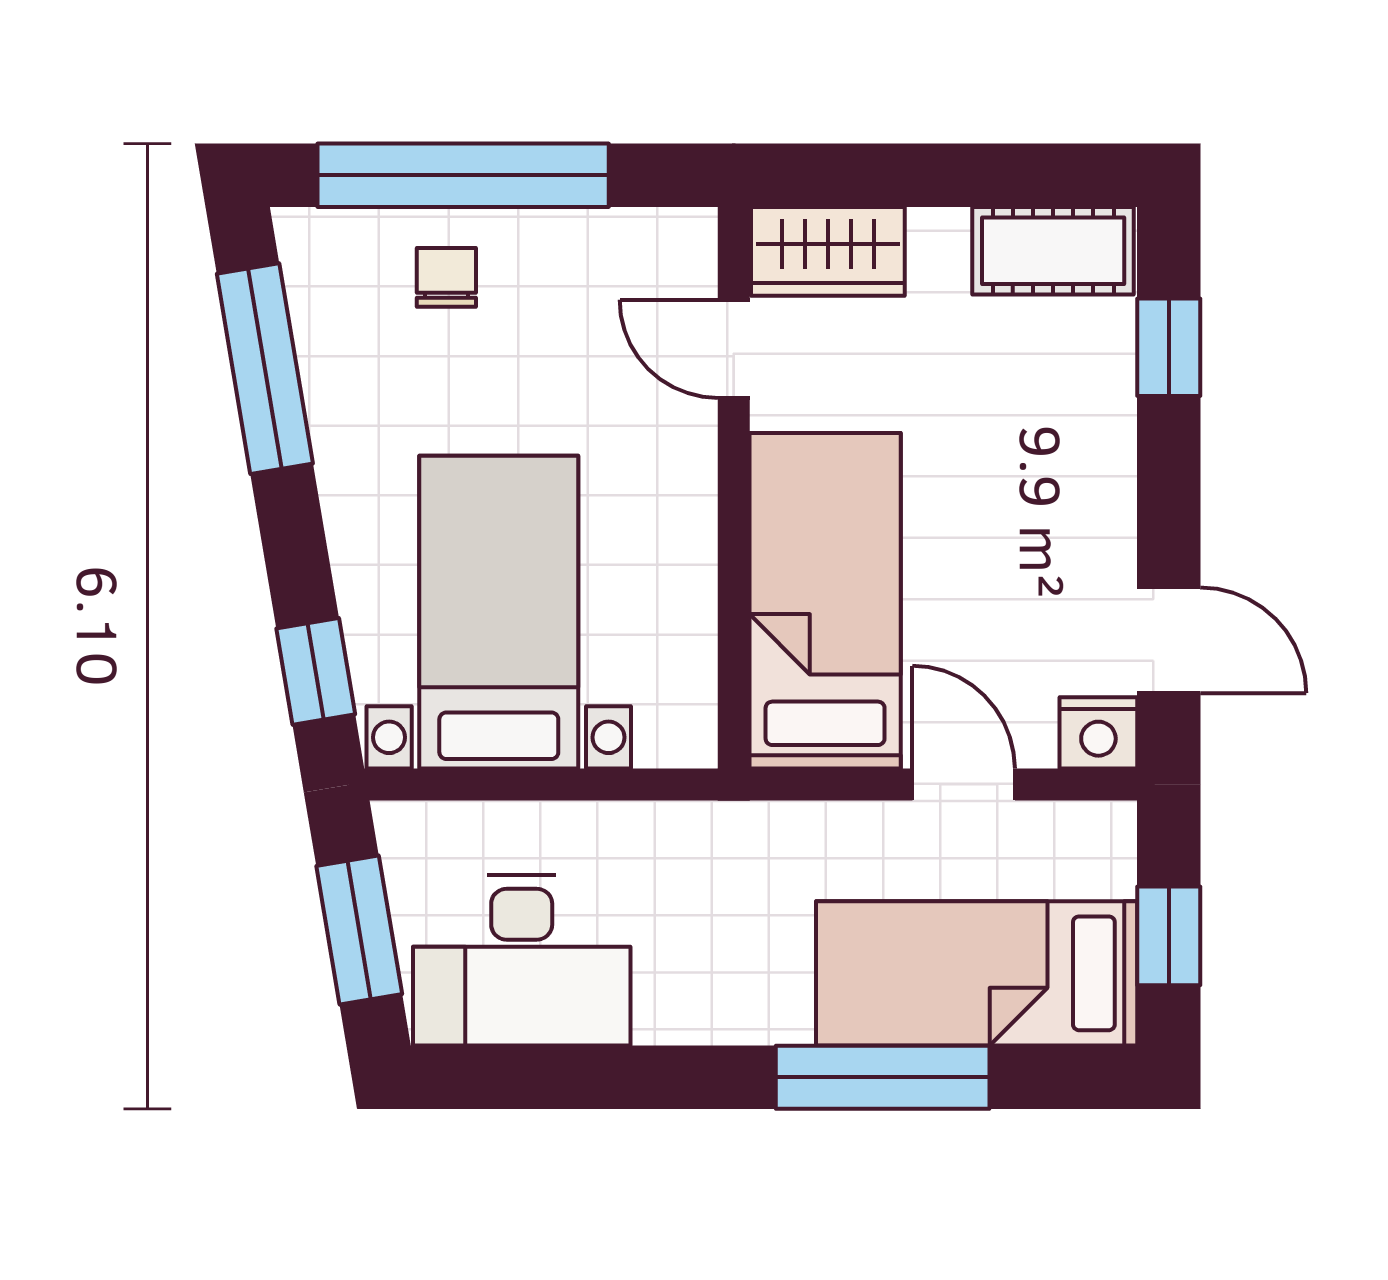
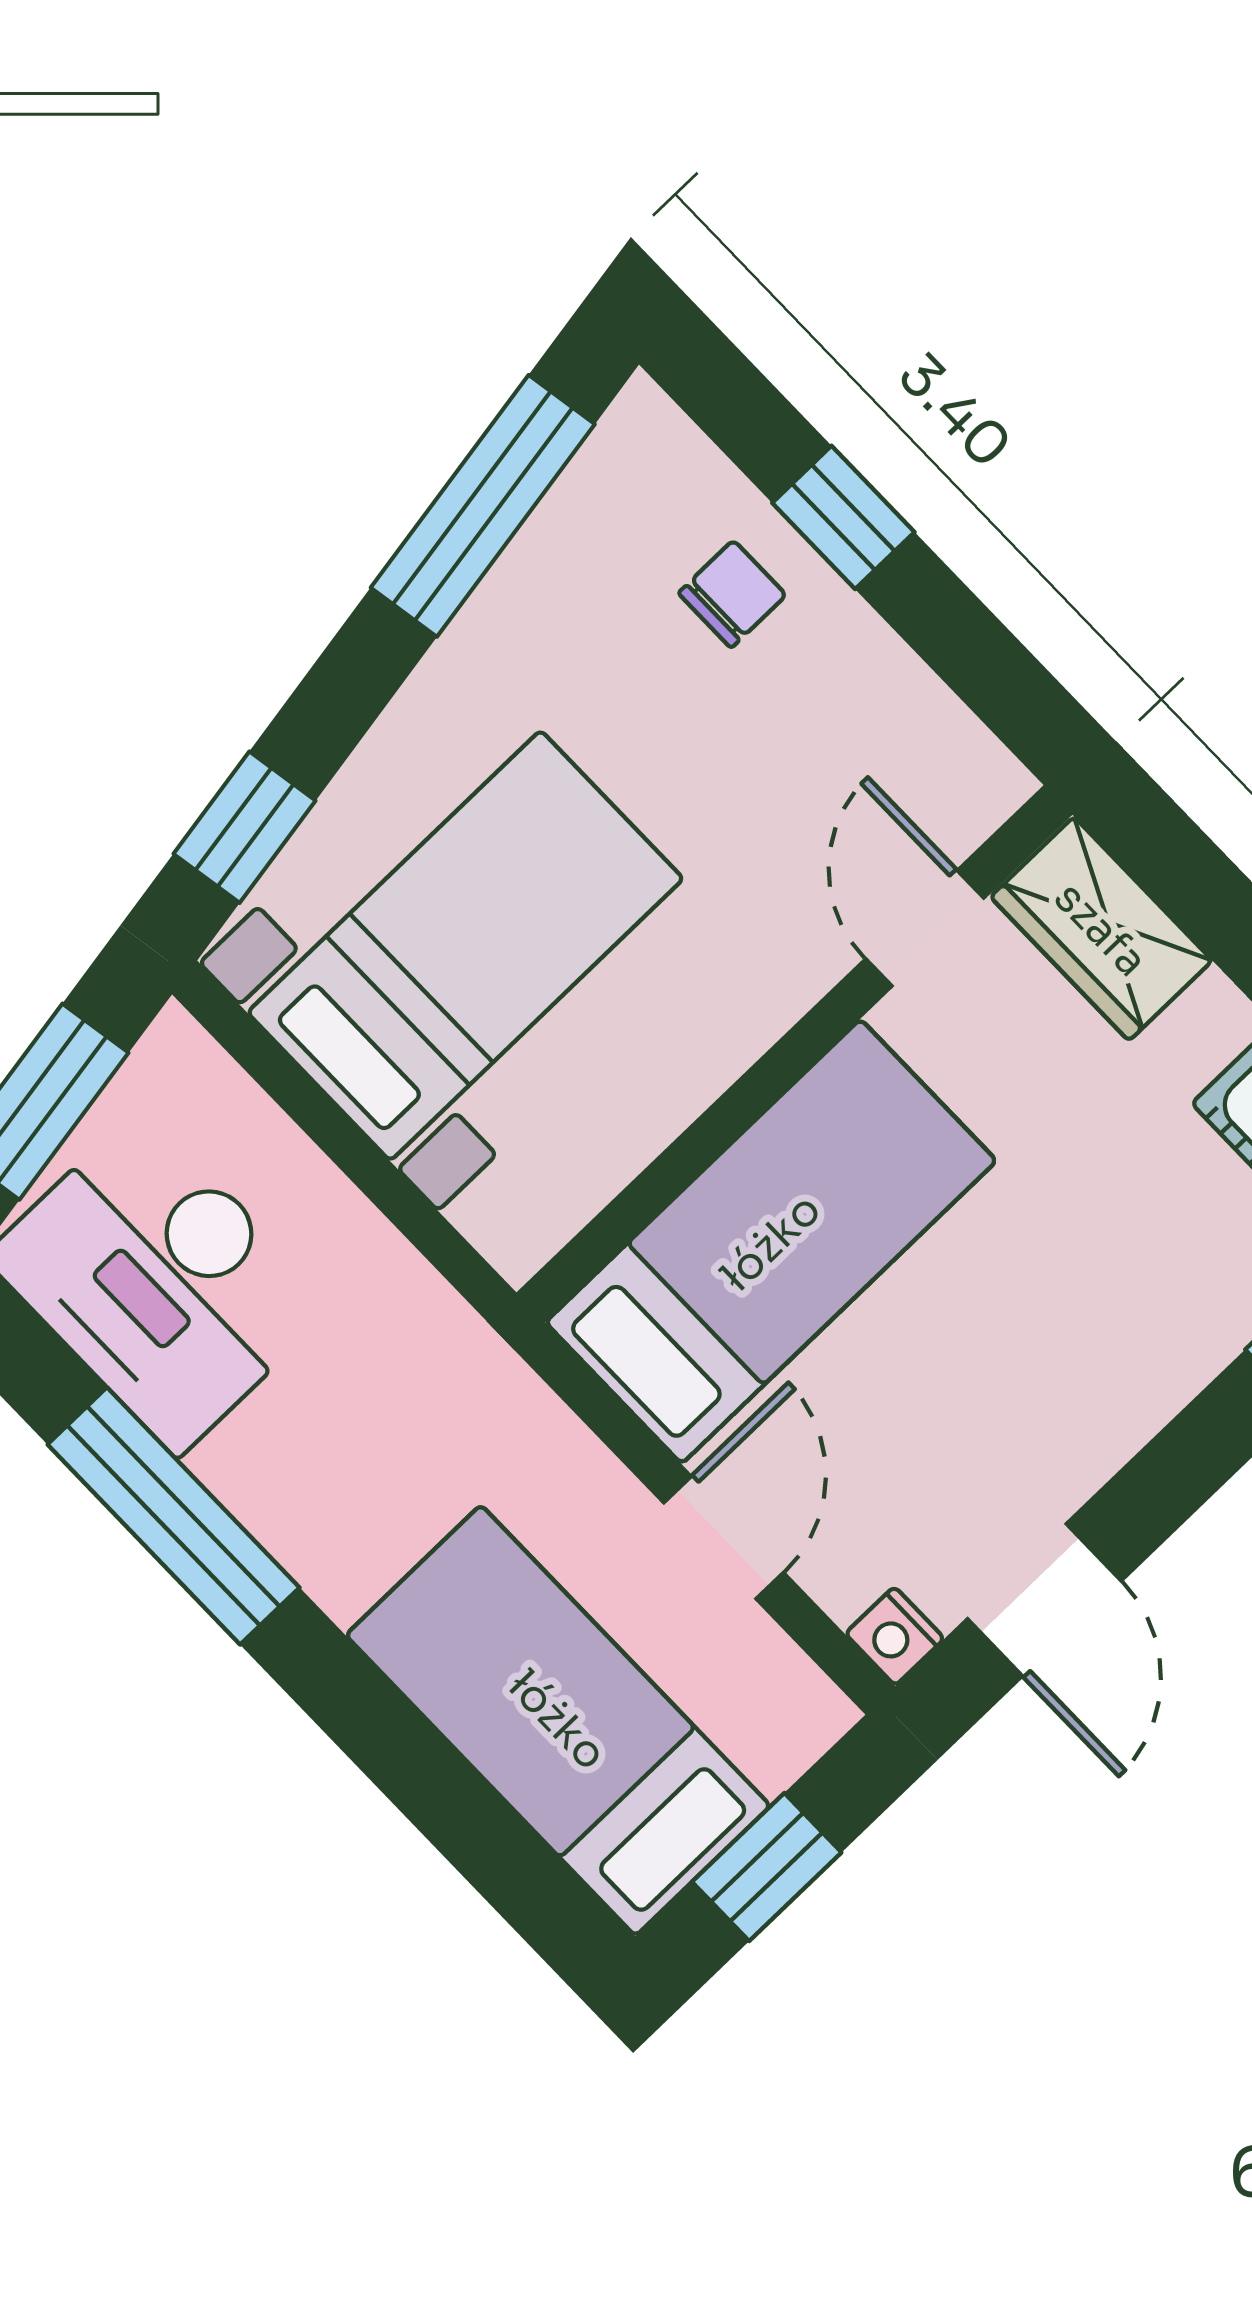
window: (463, 175) -> (843, 517), width x0.32
nightstand: (1098, 733) -> (895, 1636), width x0.72, depth x0.74
window: (883, 1077) -> (174, 1516), moved

